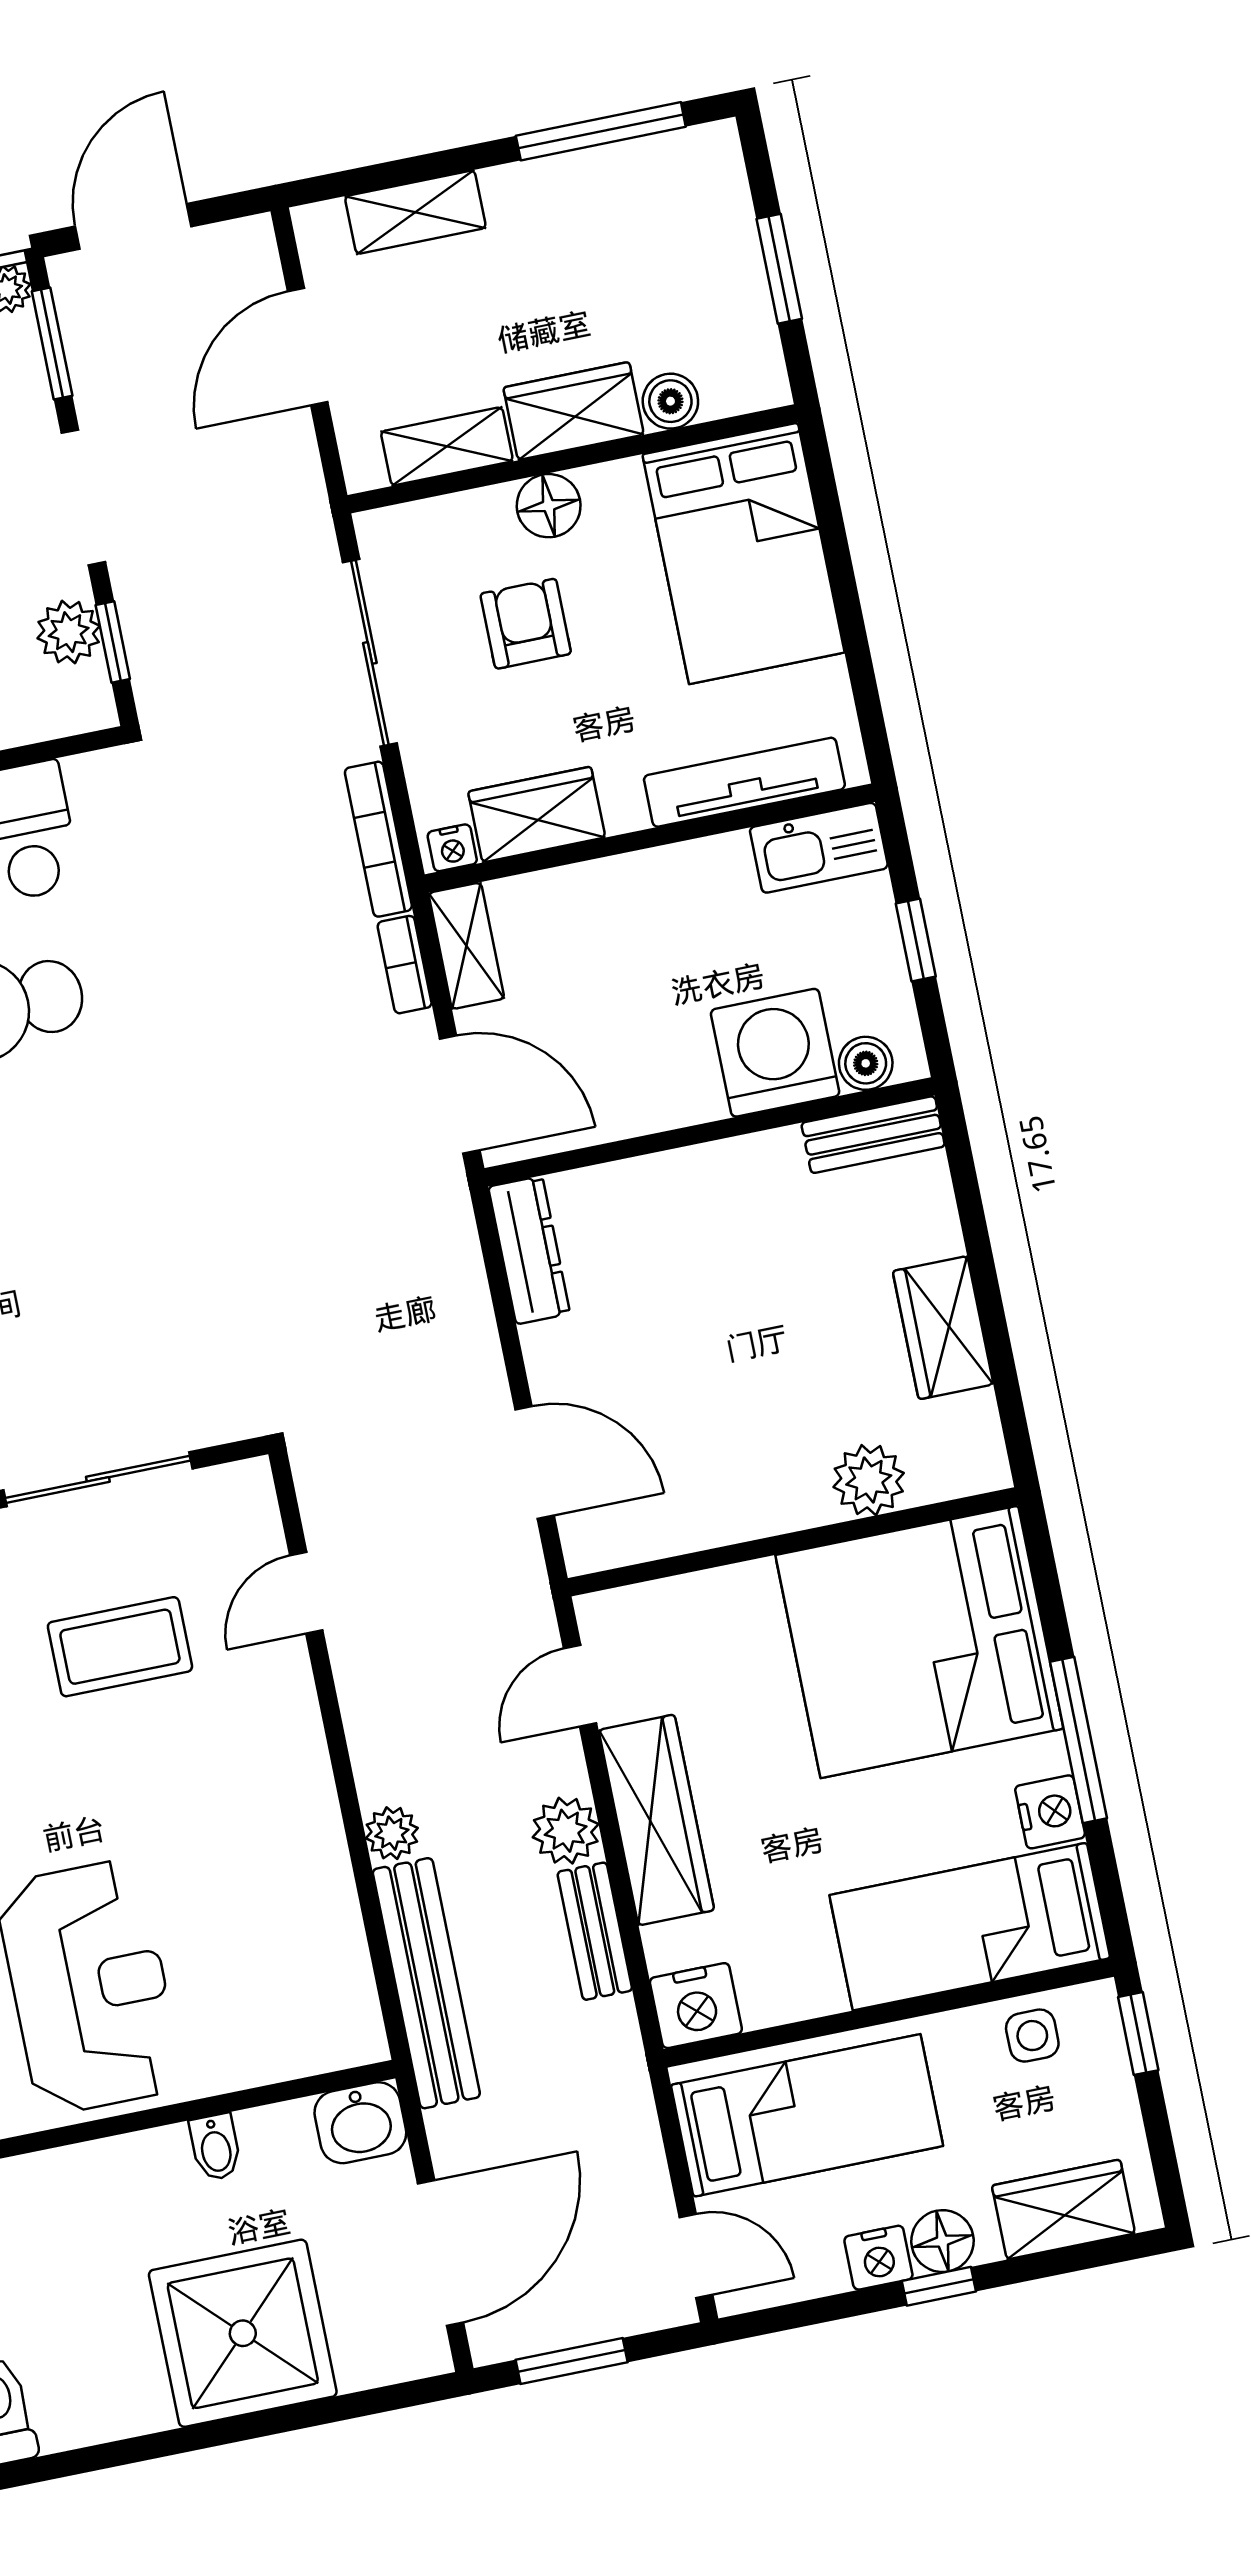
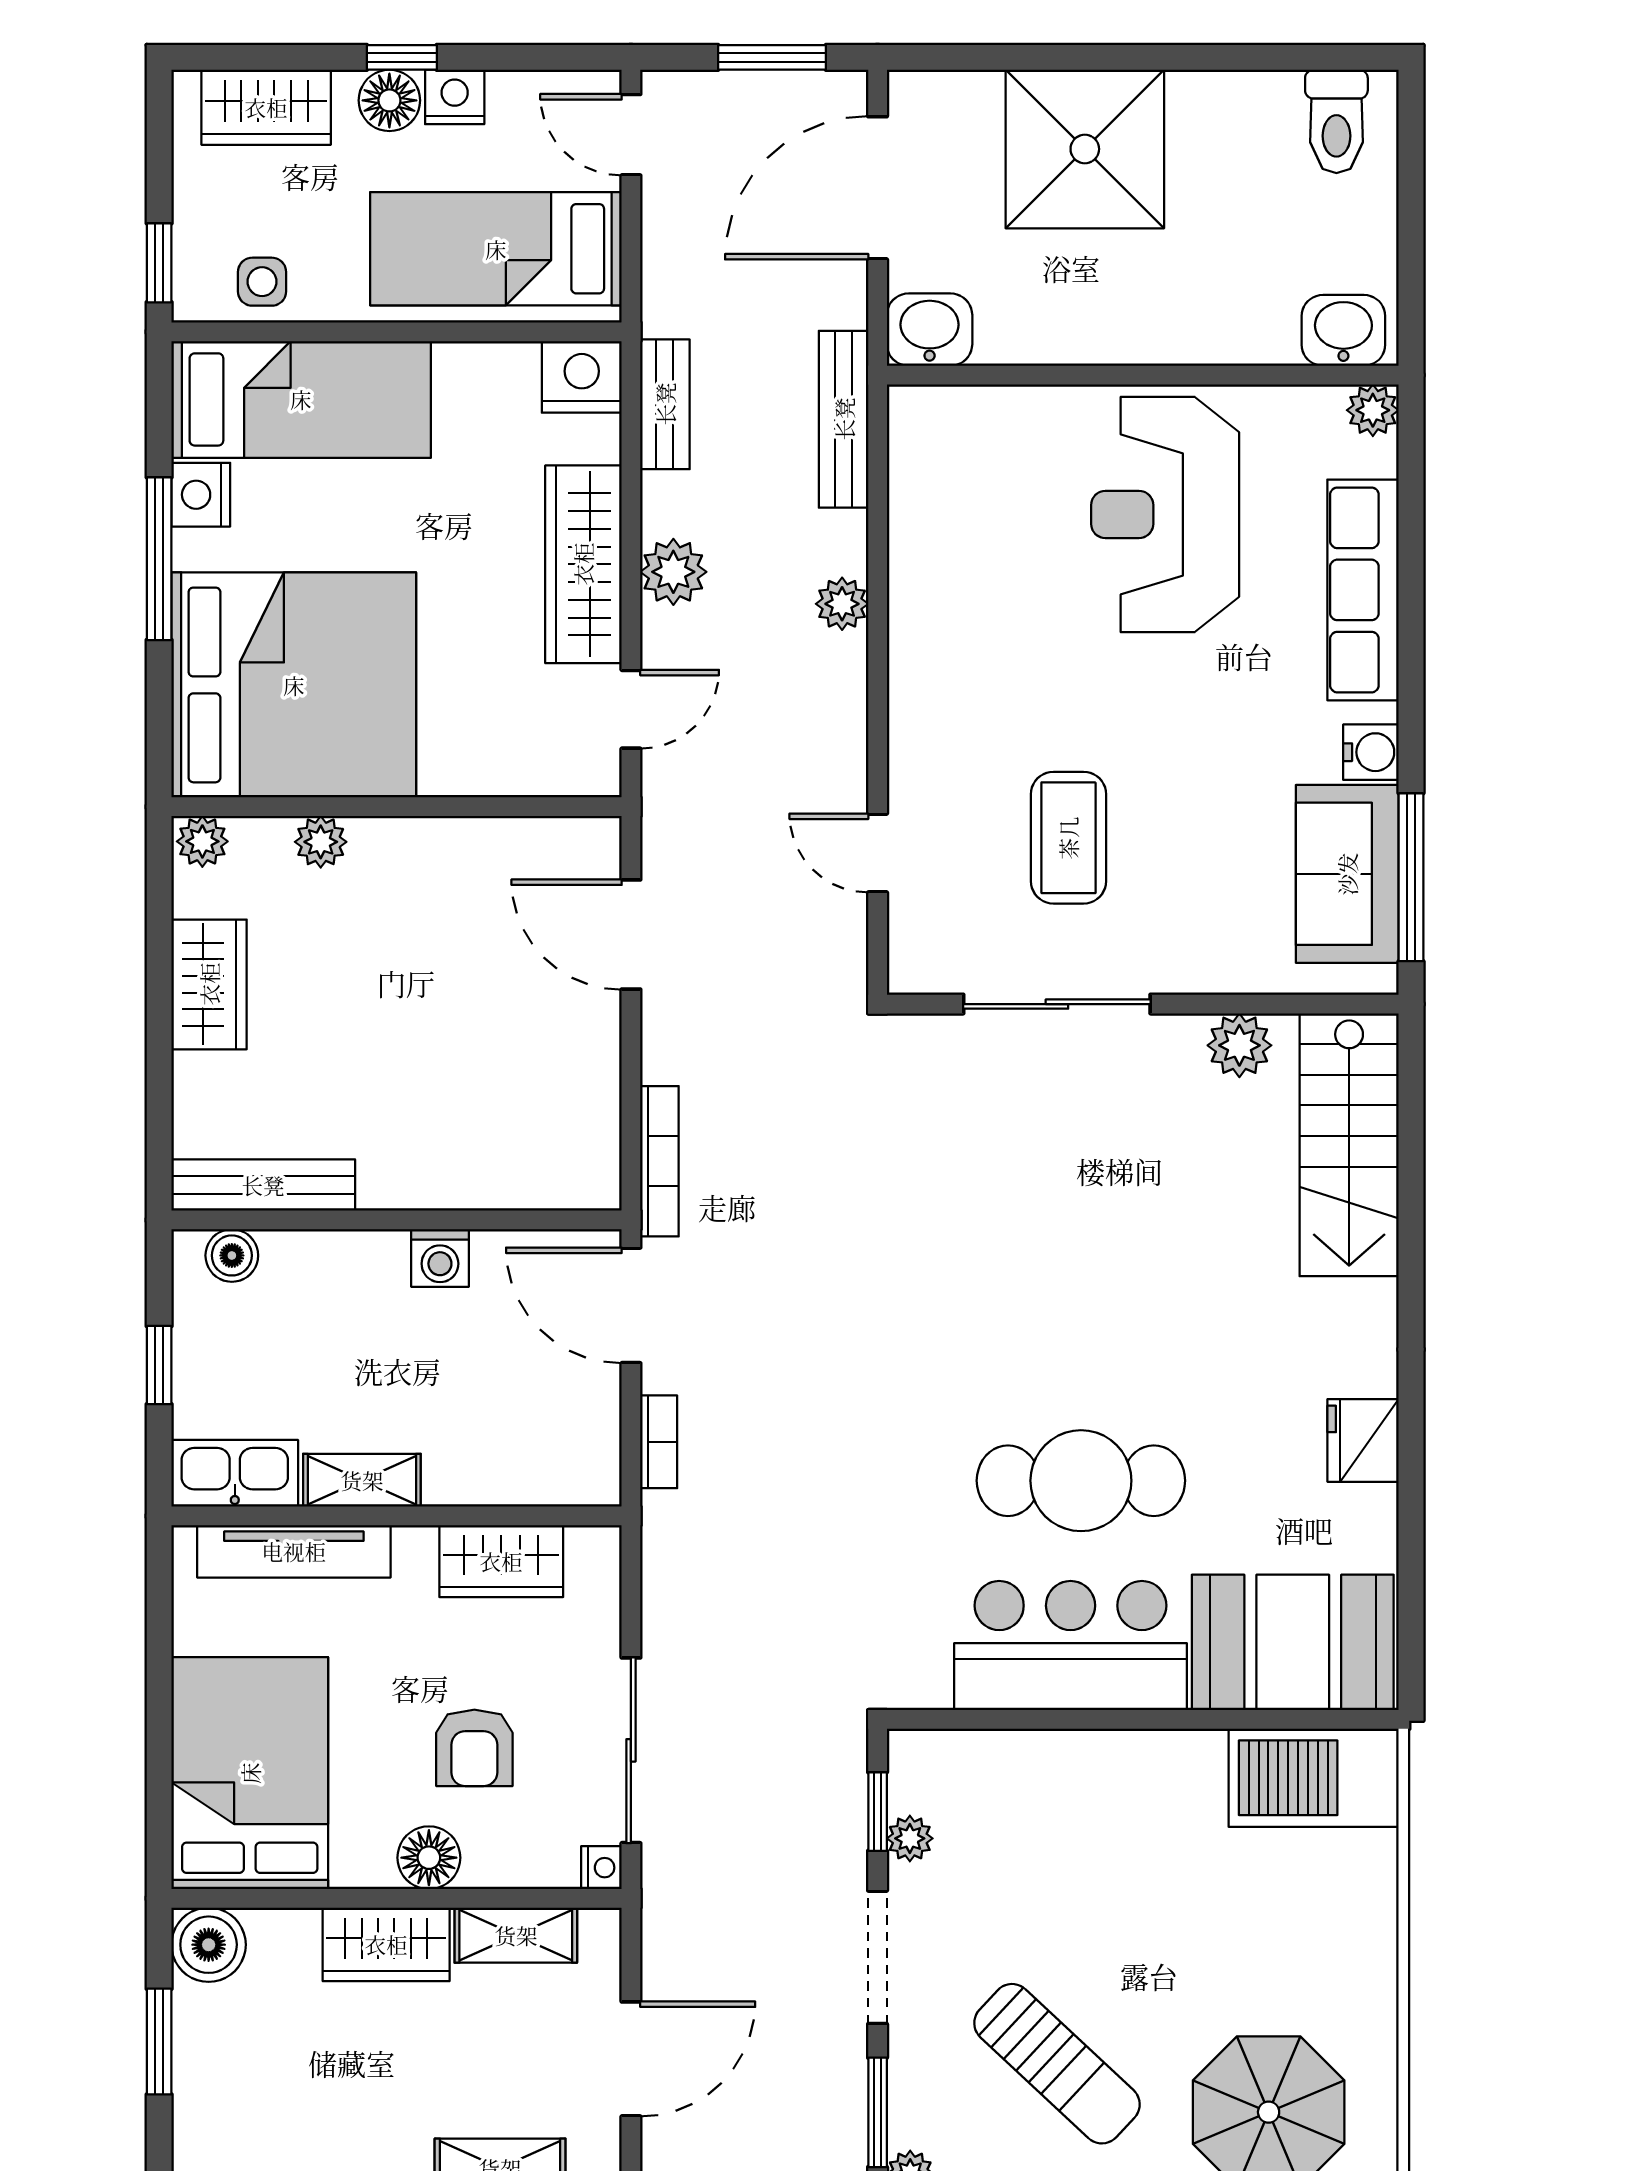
boiler: (670, 401) -> (209, 1945), moved, width x1.36, depth x1.36
plant: (69, 632) -> (910, 1838), width x0.73, depth x0.73
bookcase: (378, 839) -> (659, 1161), moved
nightstand: (452, 848) -> (601, 1868), moved, turned 90
shelving: (466, 946) -> (362, 1480), moved, turned 90
washing machine: (775, 1053) -> (440, 1258), moved, width x0.53, depth x0.53
bench: (873, 1135) -> (263, 1185), width x1.36
dresser: (529, 1250) -> (594, 1141), removed
plant: (979, 1468) -> (202, 841), added
plant: (869, 1480) -> (321, 842), width x0.73, depth x0.73
door: (306, 1593) -> (878, 853), swing flipped
coffee table: (120, 1647) -> (1068, 838), turned 90
bench: (595, 1931) -> (665, 404), moved
bench: (426, 1983) -> (844, 419), width x0.73, depth x0.82
bidet: (215, 2147) -> (1075, 335), removed

